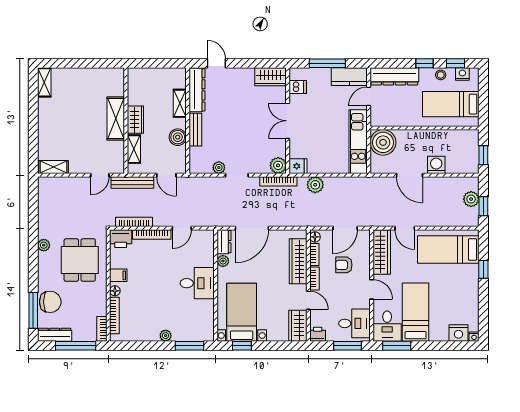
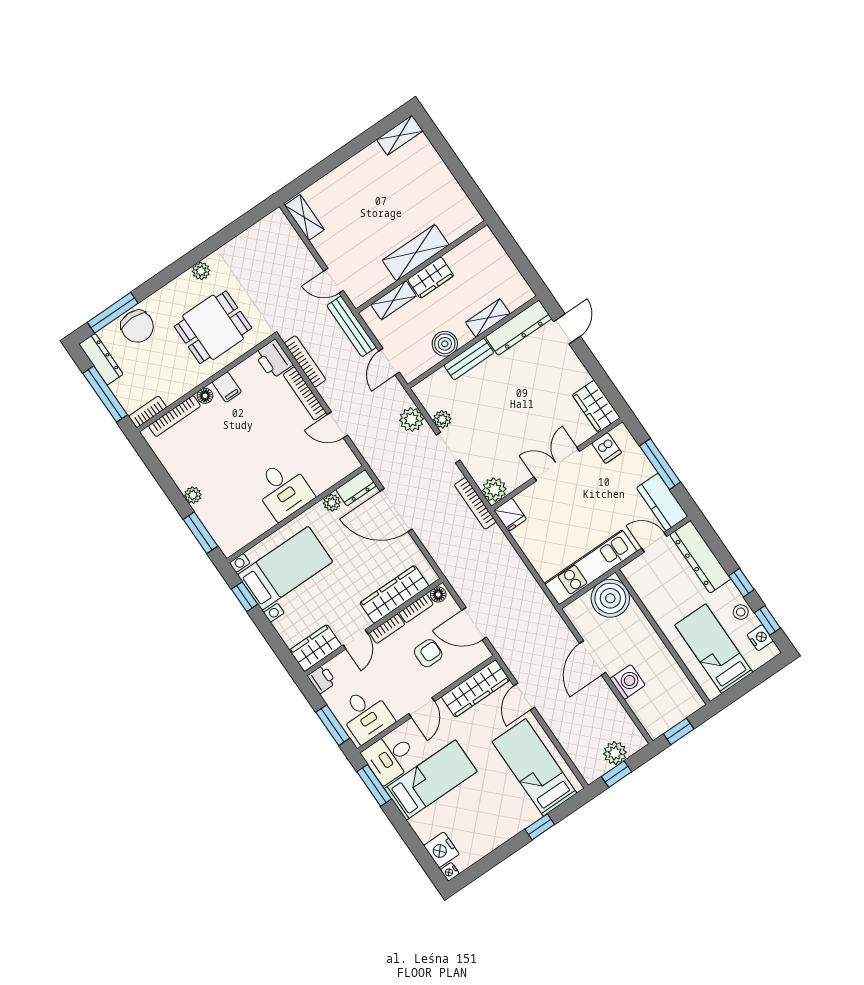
plant: (315, 185) -> (411, 420), moved
armchair: (344, 265) -> (428, 653), turned 90

